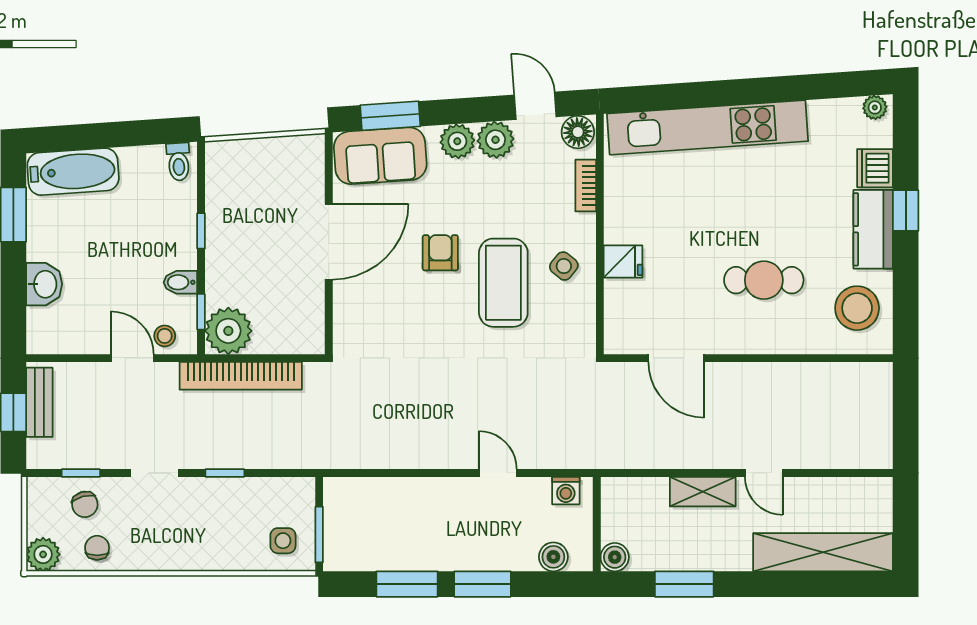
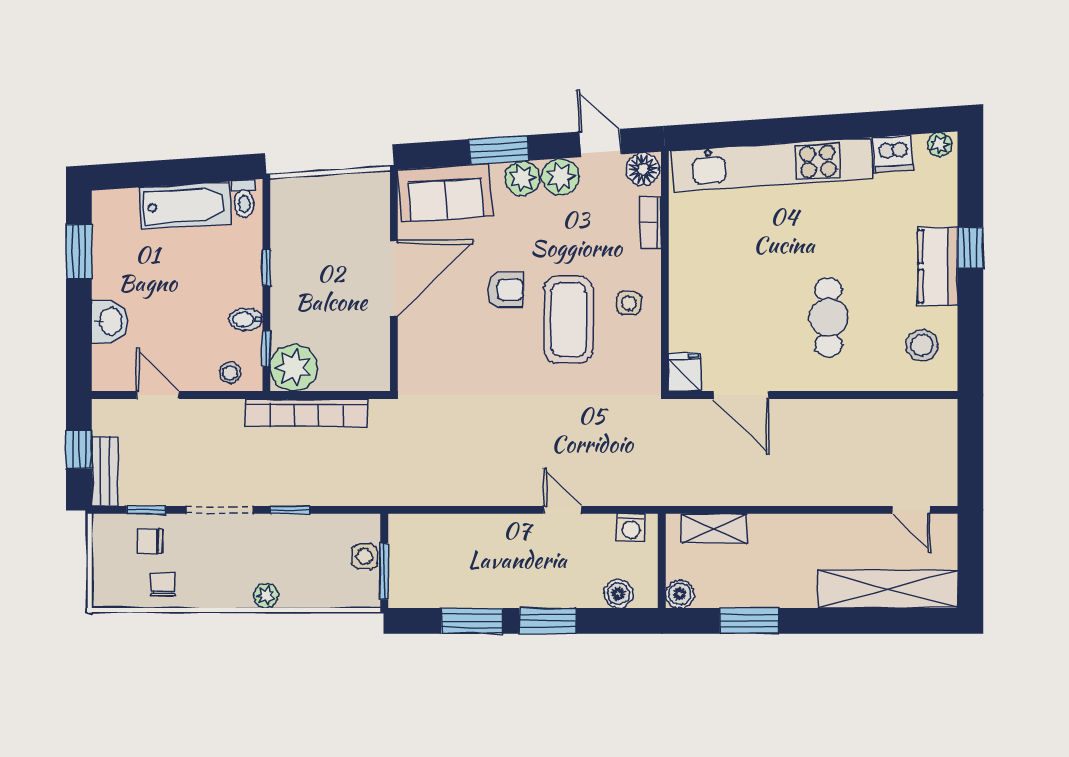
window: (390, 116) -> (499, 150), moved
dishwasher: (875, 168) -> (893, 154), moved, turned -94
bathtub: (73, 172) -> (185, 206), moved
armchair: (440, 253) -> (505, 290), turned 90
fridge: (623, 262) -> (685, 372), moved, turned -90
side table: (564, 266) -> (629, 303), turned -36
cafe table: (764, 280) -> (829, 317), turned 90
stool: (857, 308) -> (922, 345), width x0.73, depth x0.73
door: (132, 358) -> (158, 395), moved
bench: (39, 402) -> (105, 471), moved
doorway: (155, 473) -> (220, 510), width x1.38
door: (764, 473) -> (911, 510), moved
shelving: (703, 492) -> (714, 528), moved
chair: (85, 504) -> (150, 541), turned 106
side table: (283, 541) -> (365, 556), moved
plant: (43, 554) -> (266, 596), moved, width x0.73, depth x0.73

